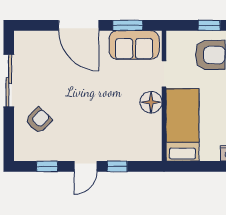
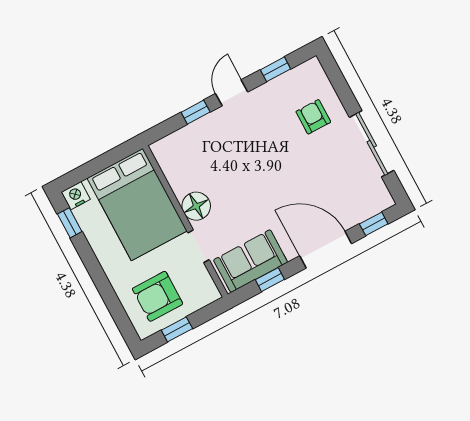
window: (37, 25) -> (374, 224), added
window: (128, 25) -> (270, 280), width x0.67
armchair: (39, 120) -> (313, 117), turned 136
bed: (182, 125) -> (137, 204), width x1.50

